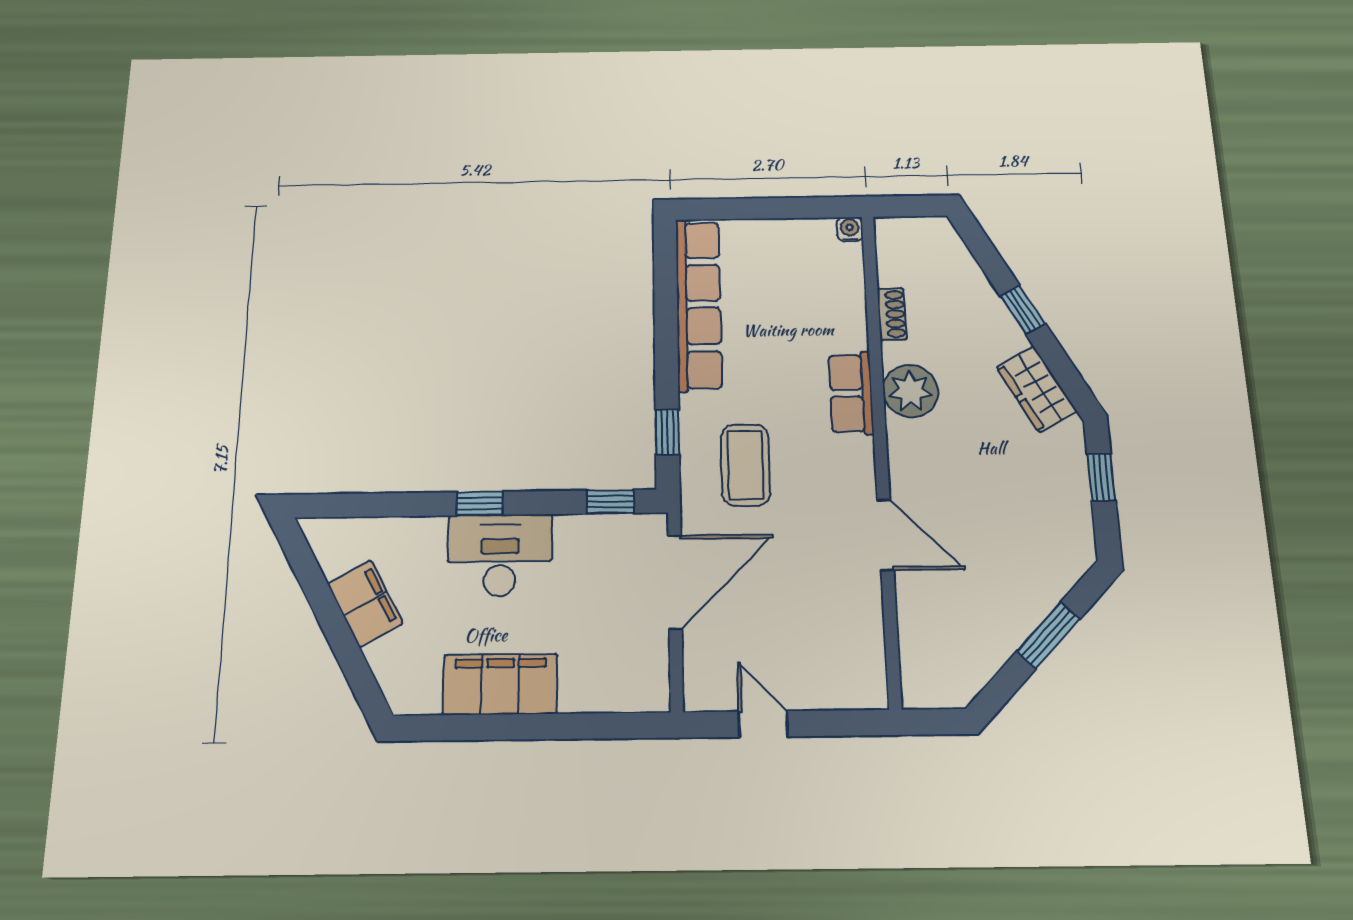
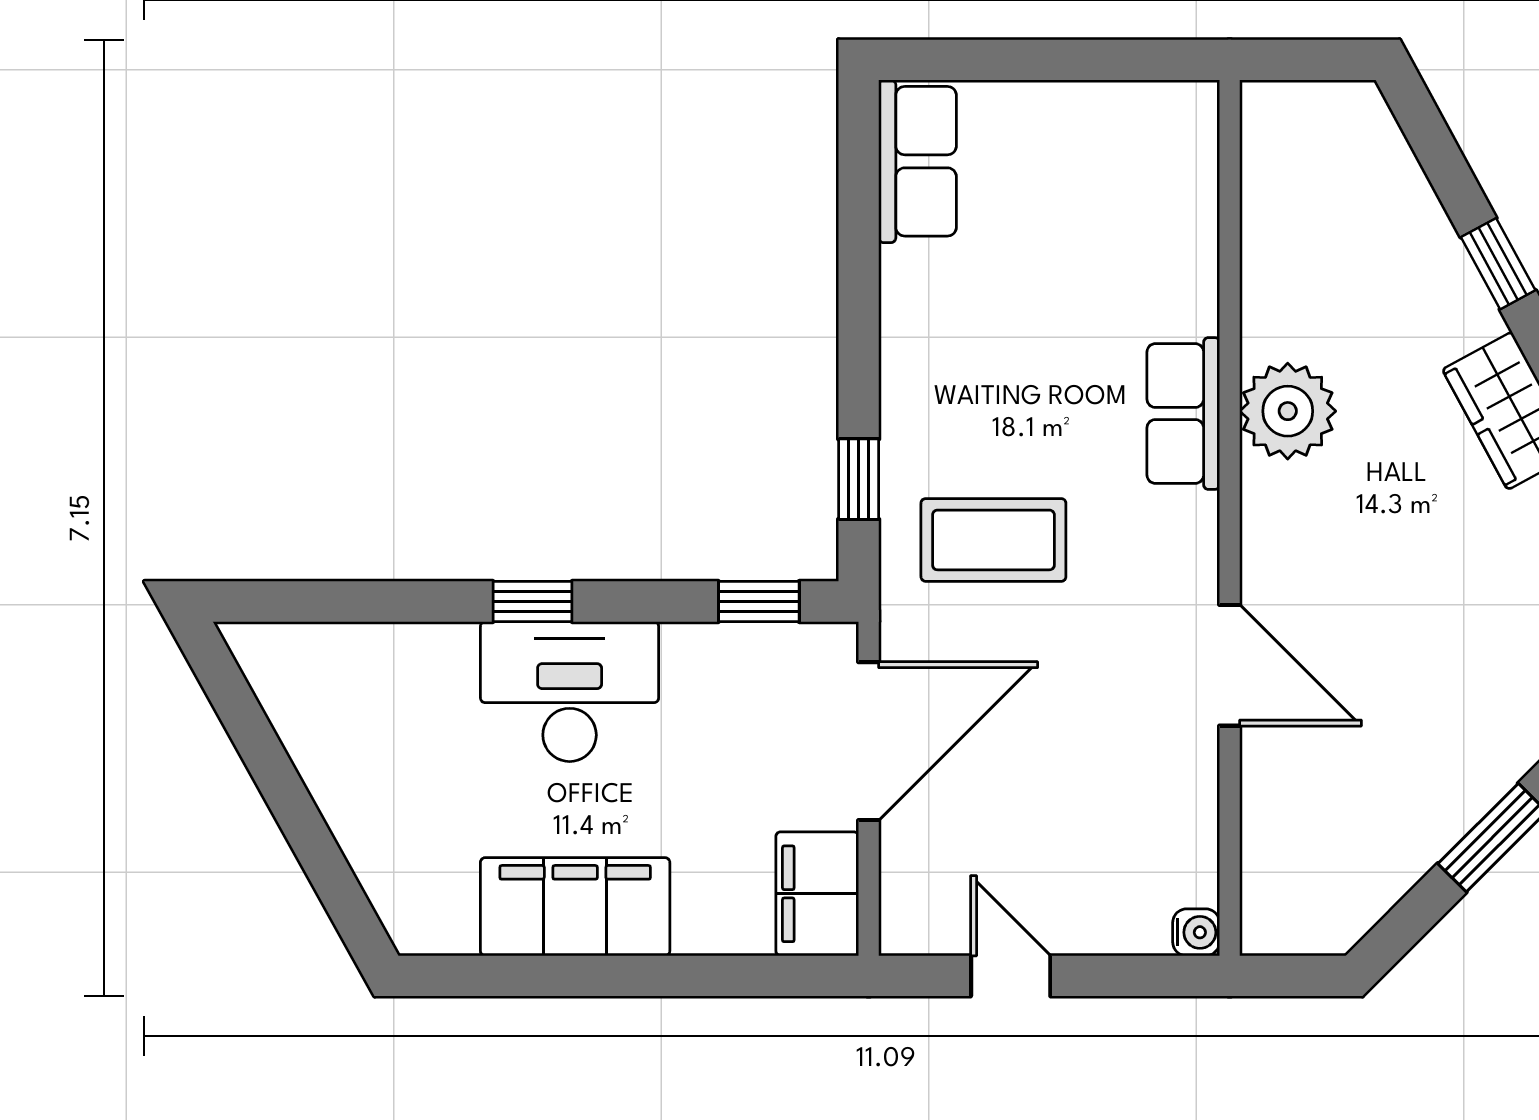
water cooler: (850, 229) -> (1196, 932), moved, turned 90
row of seats: (699, 304) -> (918, 161), width x0.50
shoe rack: (892, 314) -> (1263, 268), removed
coffee table: (745, 465) -> (993, 540), turned 90
filing cabinet: (365, 604) -> (817, 894), moved, turned -151

